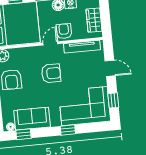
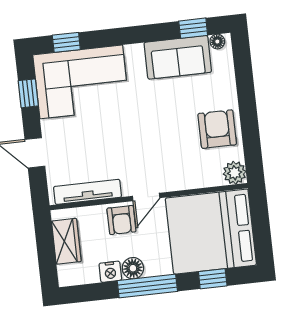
armchair: (51, 73) -> (144, 142), removed
window: (68, 130) -> (66, 42), moved

